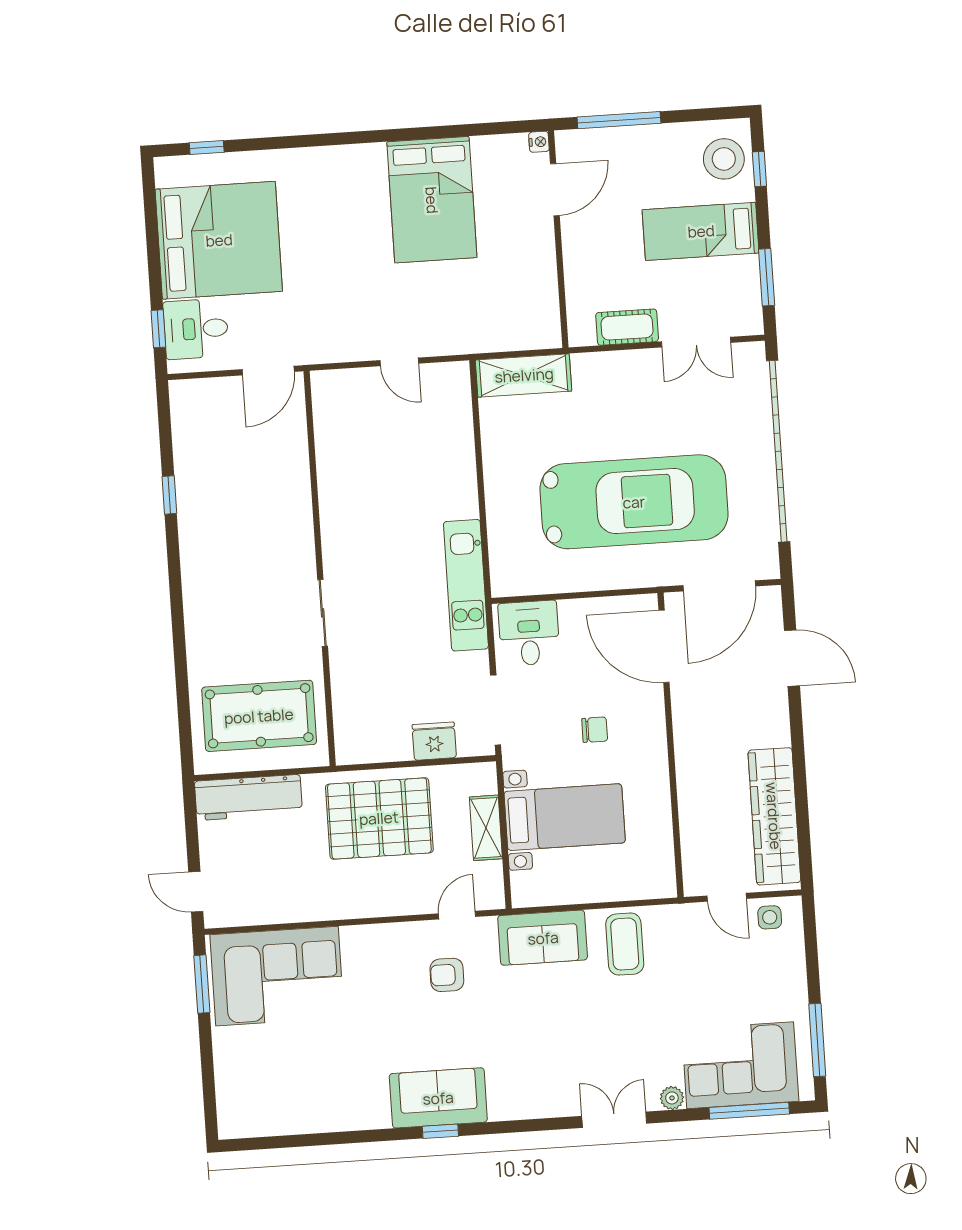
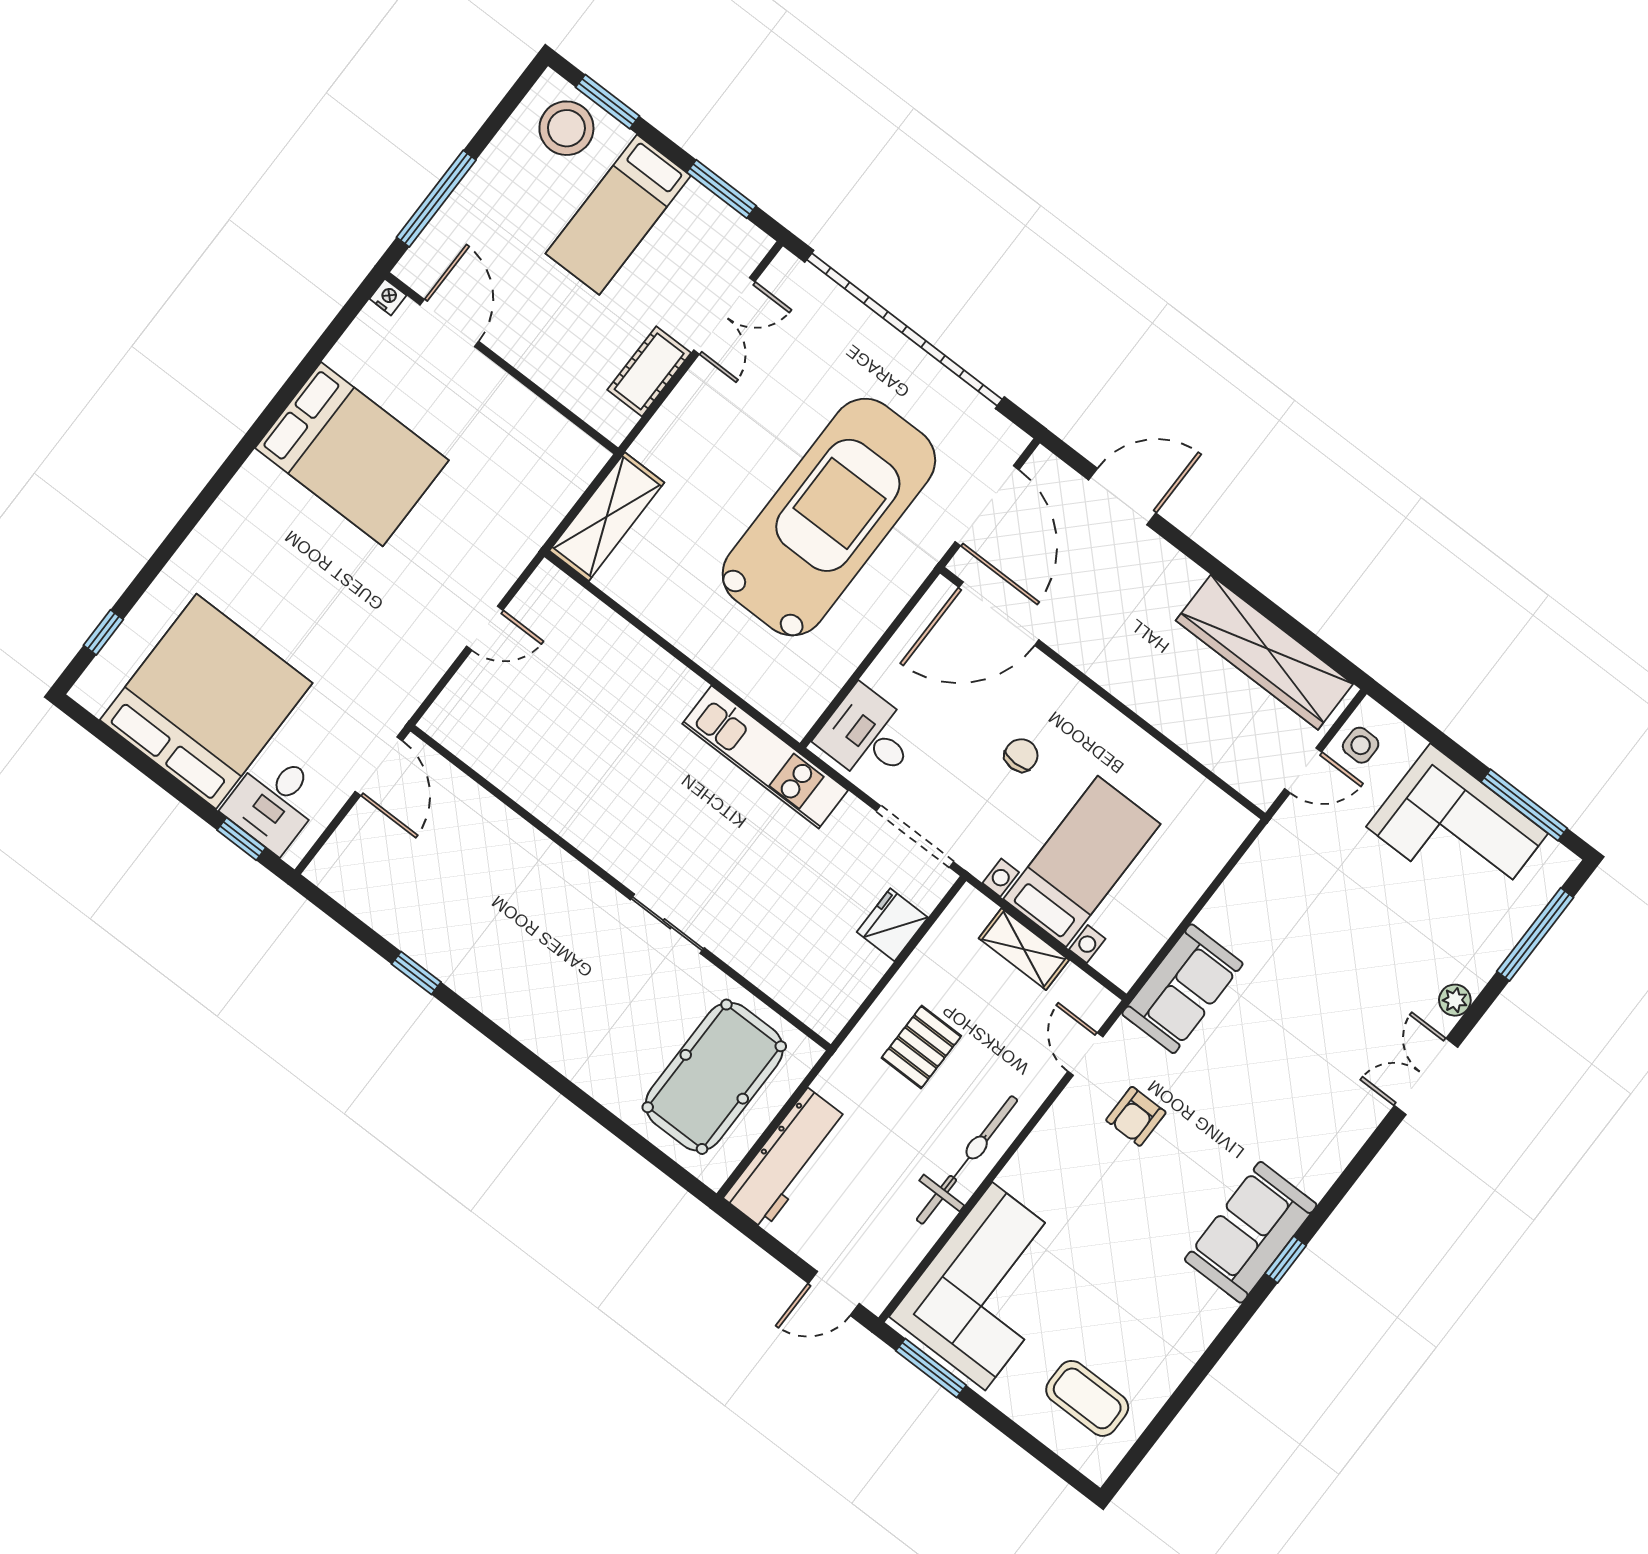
window: (759, 169) -> (608, 102), width x1.50
pallet: (379, 818) -> (921, 1047), width x0.49, depth x0.50
bicycle: (338, 901) -> (967, 1160), added
coffee table: (625, 944) -> (1087, 1398), moved
corner sofa: (740, 1065) -> (1457, 830), moved, turned -90

